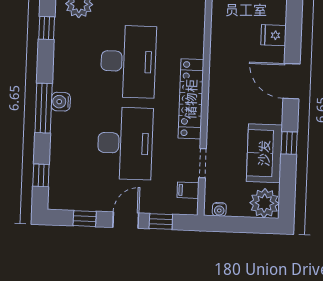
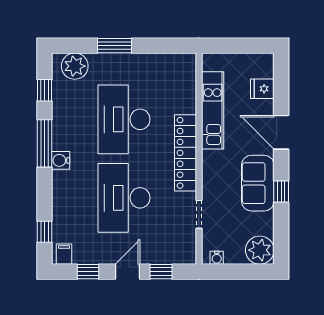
kitchen unit: (221, 56) -> (213, 110), added
desk: (128, 61) -> (124, 119), turned 180
window: (44, 108) -> (44, 143), moved
desk: (125, 143) -> (124, 198), turned 180
sofa: (264, 153) -> (258, 183), moved
filing cabinet: (188, 190) -> (64, 254), moved, turned 90

